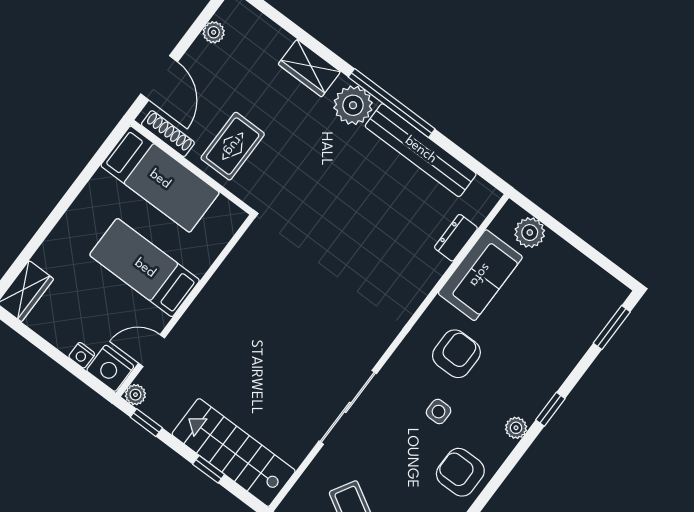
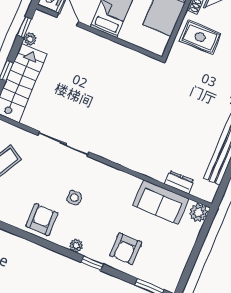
plant: (530, 233) -> (198, 213), moved
armchair: (456, 354) -> (126, 249), moved, turned 90
plant: (135, 395) -> (30, 39), moved

